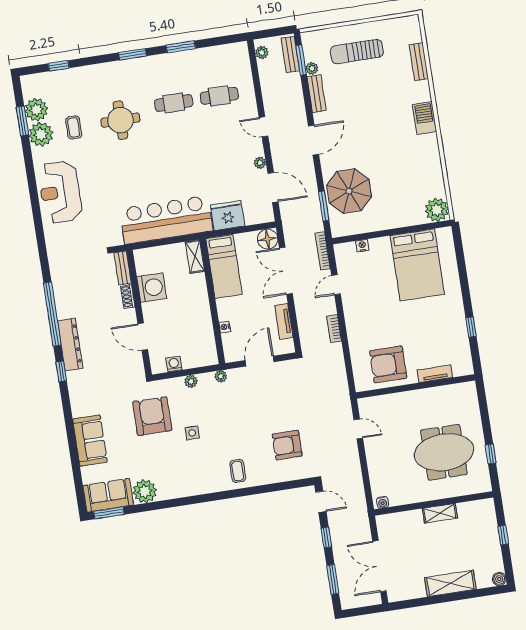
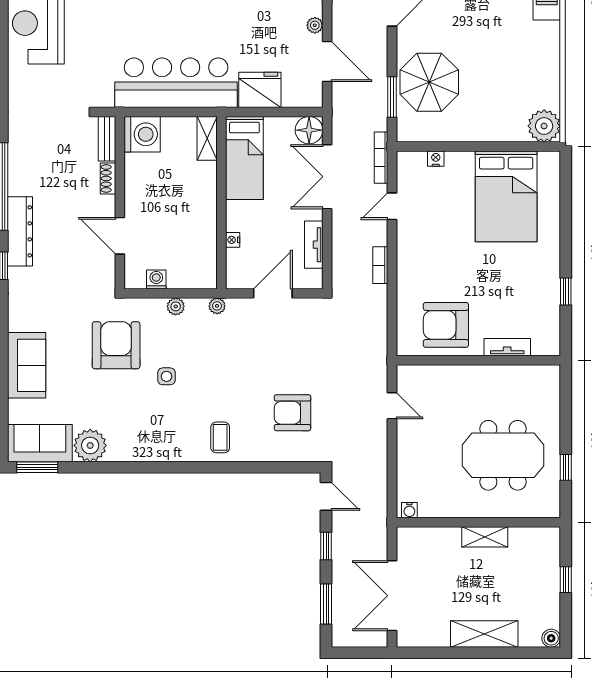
washing machine: (152, 288) -> (142, 134), moved

